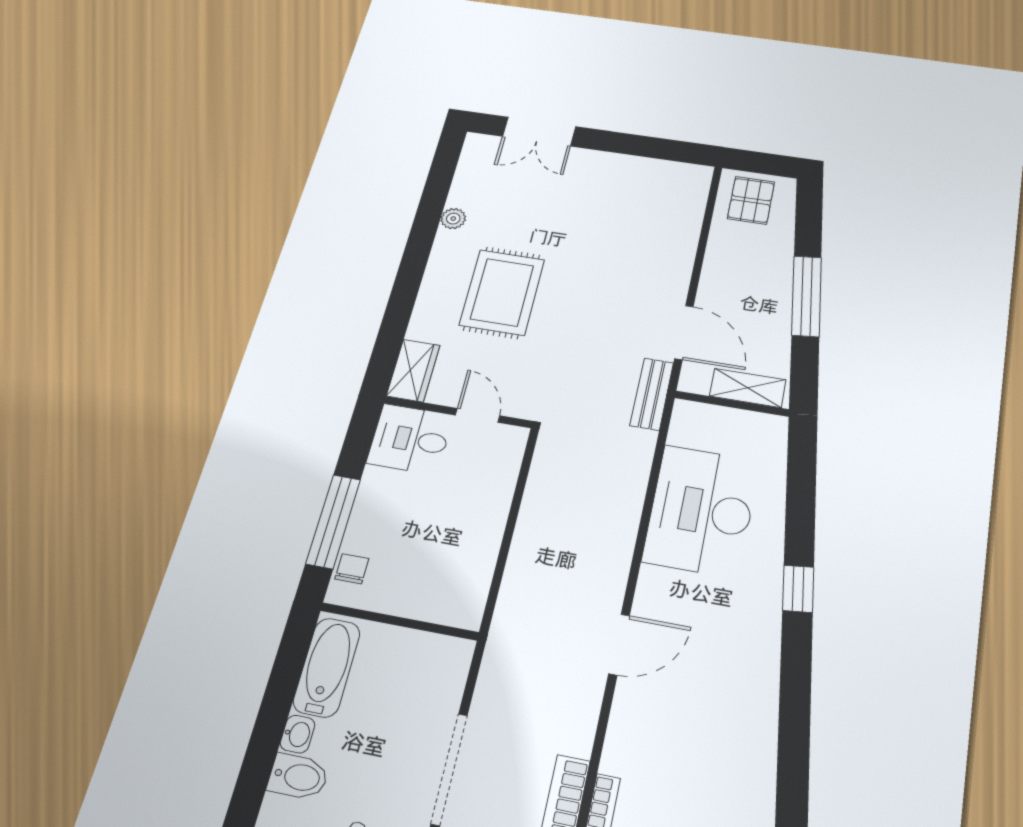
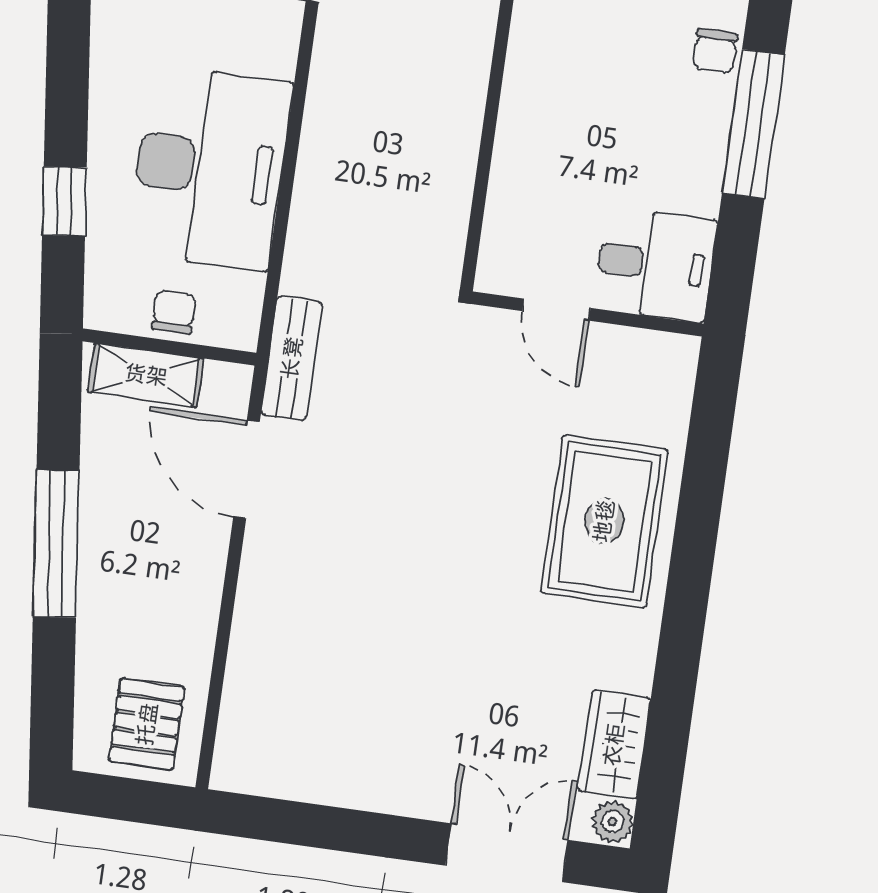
plant: (453, 219) -> (613, 822), moved
rug: (502, 292) -> (604, 521), moved
wardrobe: (413, 371) -> (614, 745), moved
chair: (728, 424) -> (174, 312), added
window: (798, 589) -> (64, 201), moved

